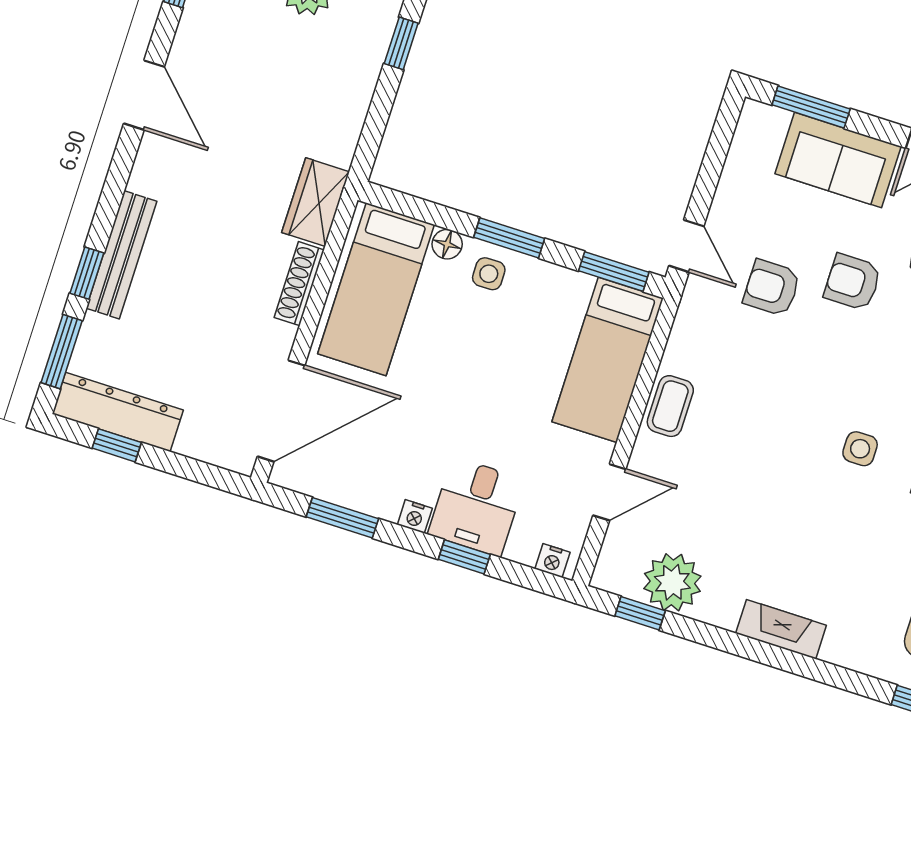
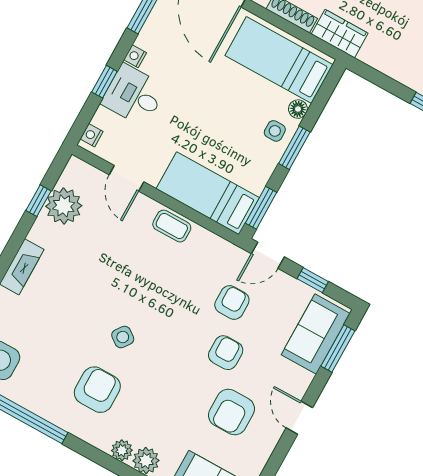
sofa: (838, 160) -> (316, 334), moved
window: (712, 168) -> (313, 280), added
side table: (860, 449) -> (123, 337), turned 36
window: (640, 613) -> (38, 201), moved

